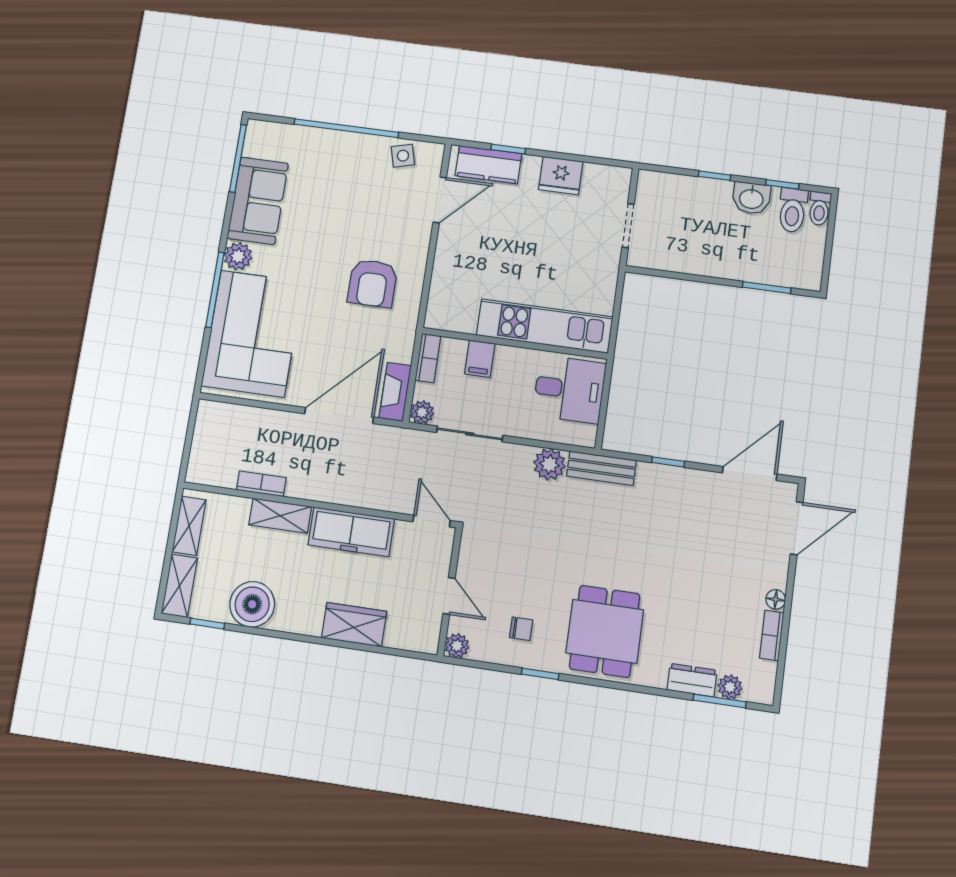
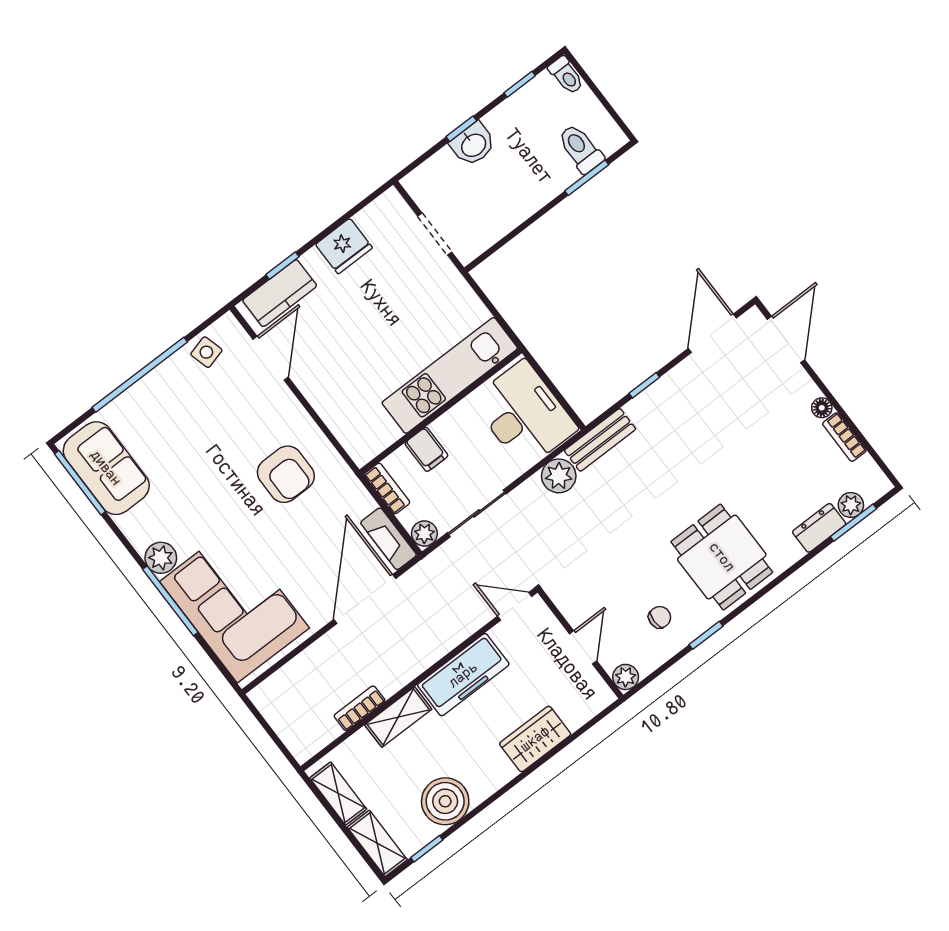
washbasin: (751, 198) -> (473, 144), moved
sofa: (258, 201) -> (106, 468), moved
toilet: (793, 210) -> (580, 149), moved, turned 180
desk: (569, 389) -> (524, 414), width x1.37
door: (449, 596) -> (583, 647), hinge flipped

